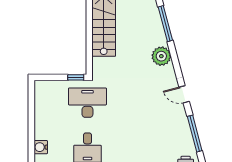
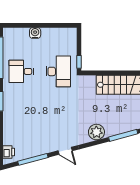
door: (184, 94) -> (65, 151), swing flipped
water cooler: (41, 147) -> (35, 33), moved

